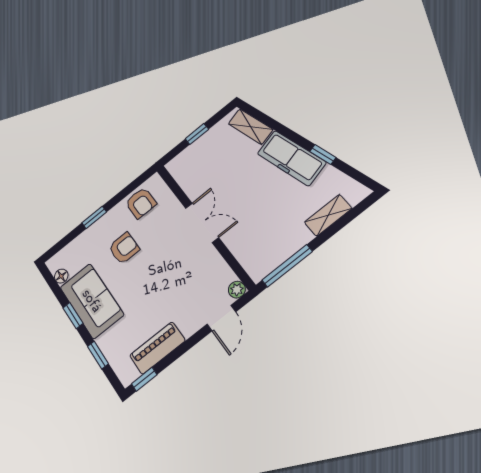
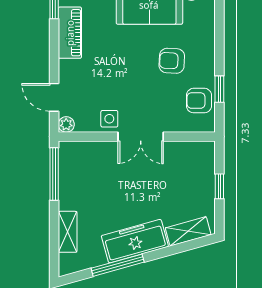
window: (323, 154) -> (118, 265), width x2.17
window: (94, 217) -> (219, 89), moved
armchair: (124, 248) -> (172, 61), turned 93
side table: (206, 259) -> (109, 119), added

